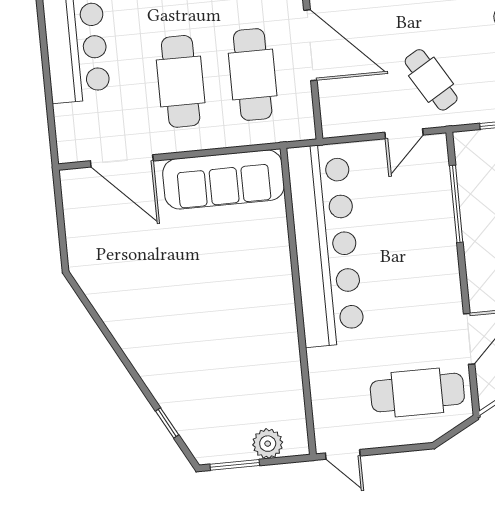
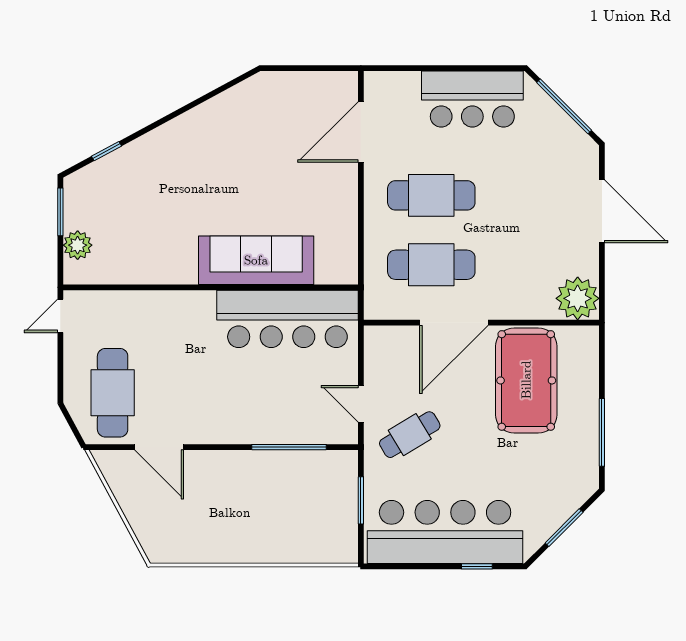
sofa: (223, 180) -> (256, 260), moved, turned 90
bar counter: (326, 245) -> (287, 319), width x0.73

